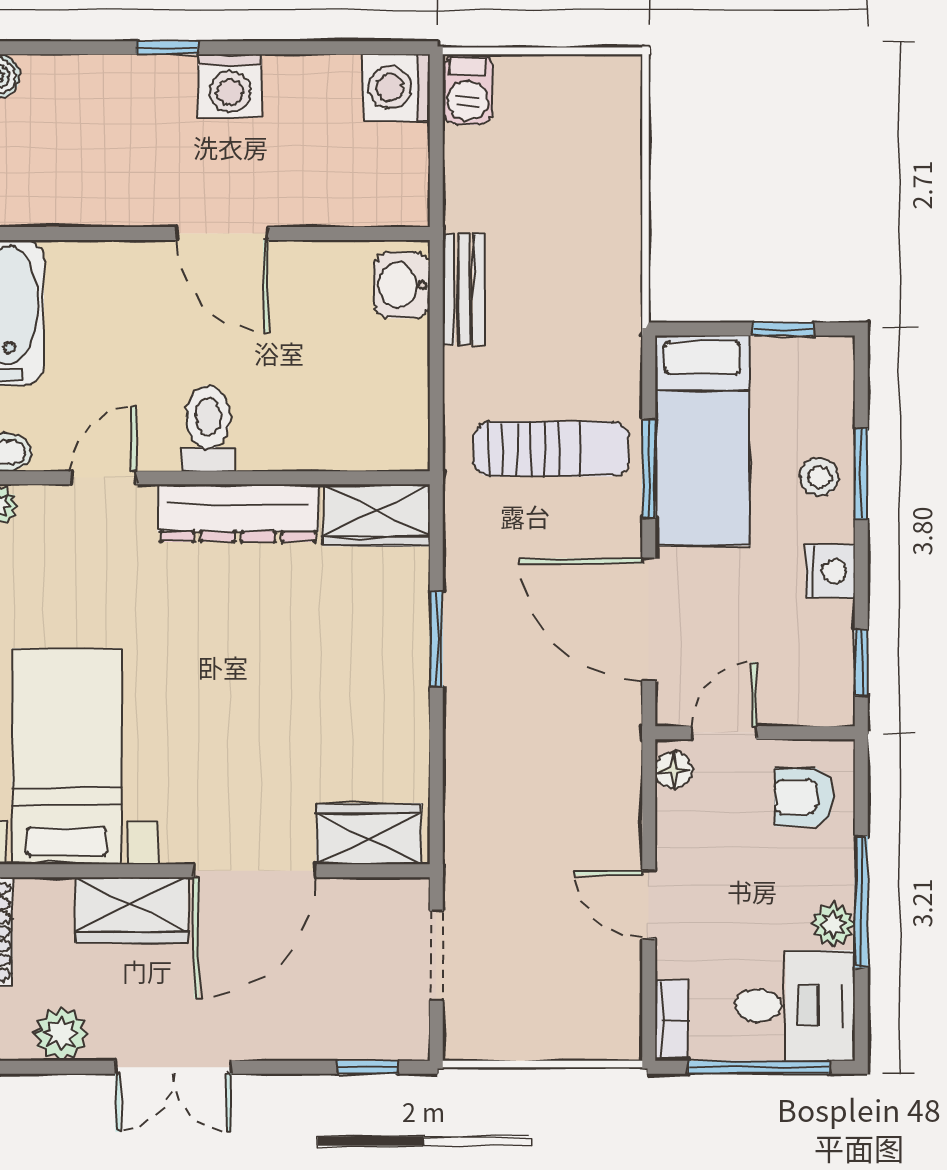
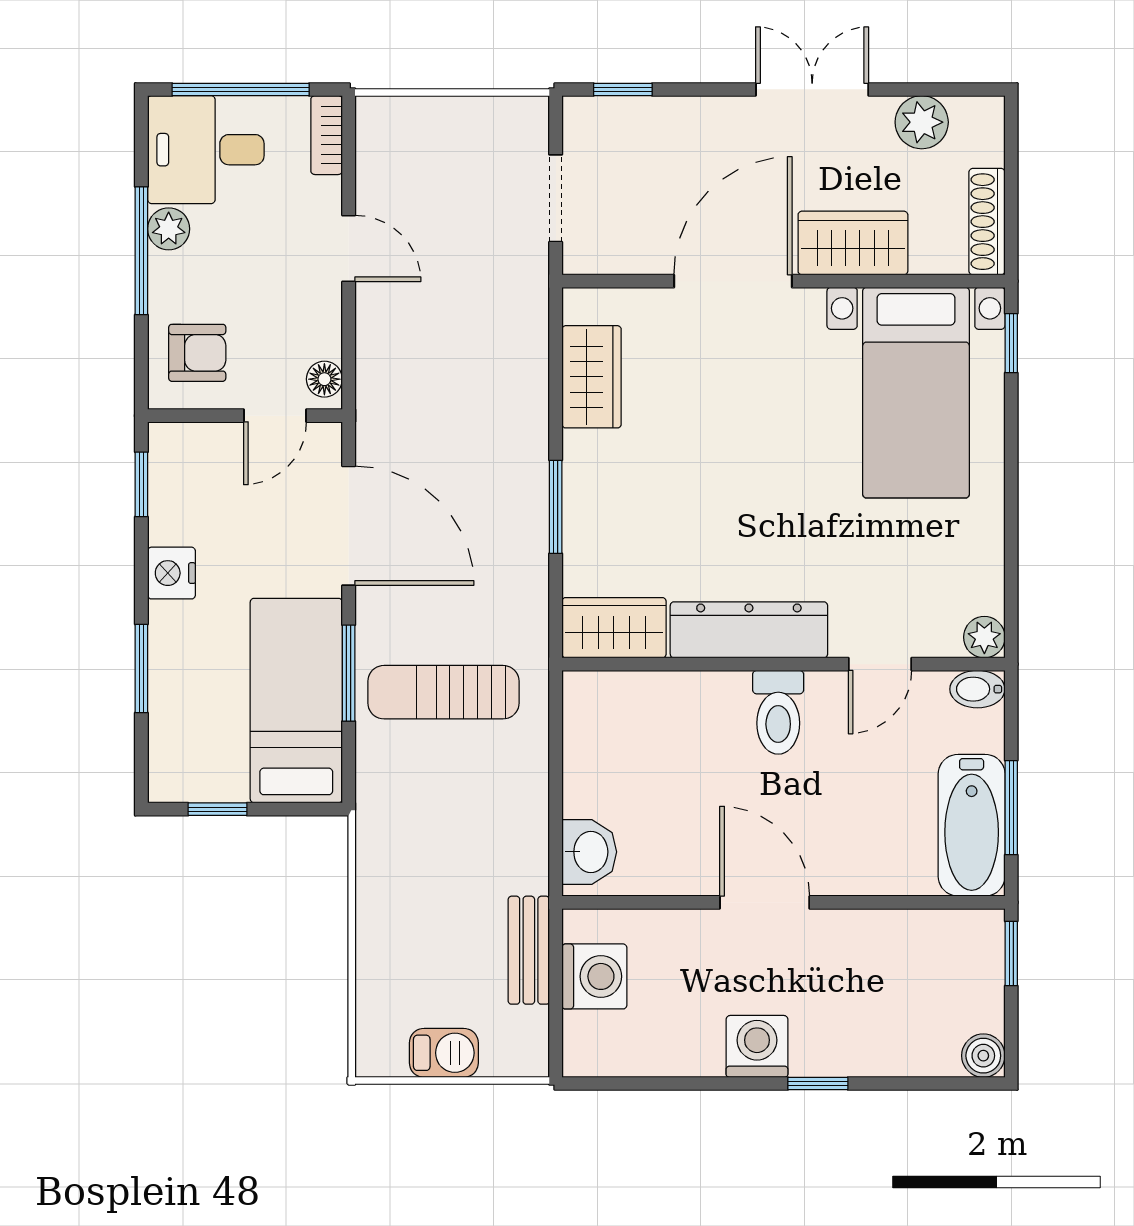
washing machine: (397, 87) -> (594, 976), moved
barbecue: (468, 89) -> (444, 1053), moved, turned 90
bench: (464, 289) -> (529, 950), moved
stool: (819, 477) -> (182, 665), removed
wardrobe: (369, 834) -> (592, 377), moved, turned -90

